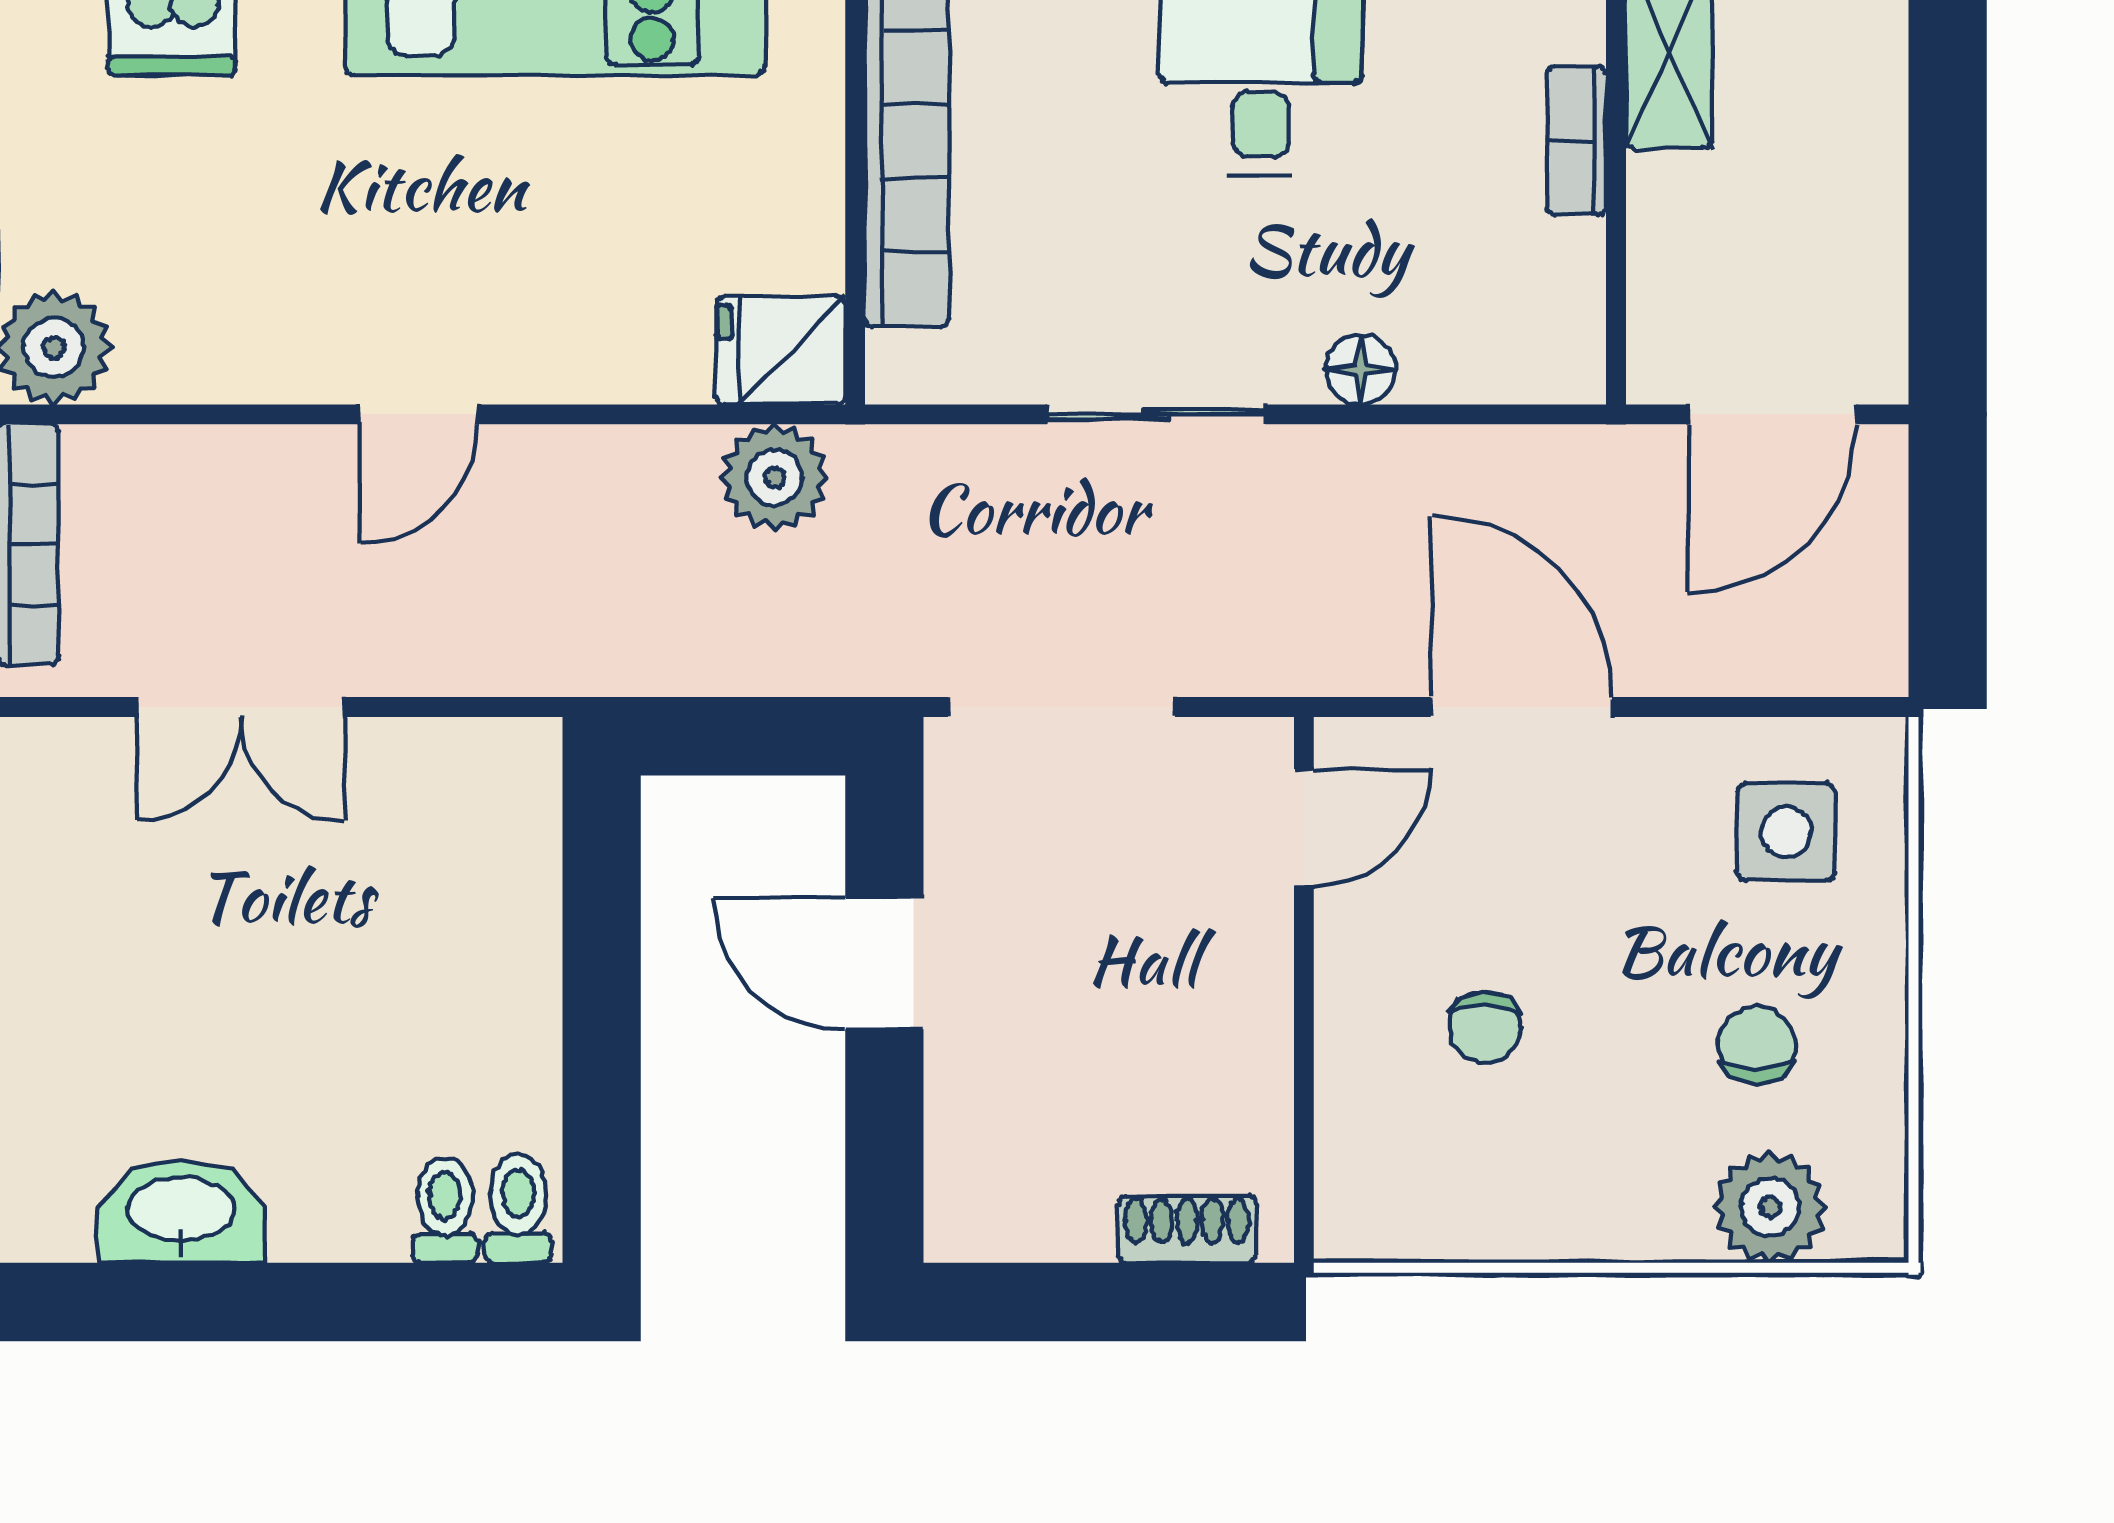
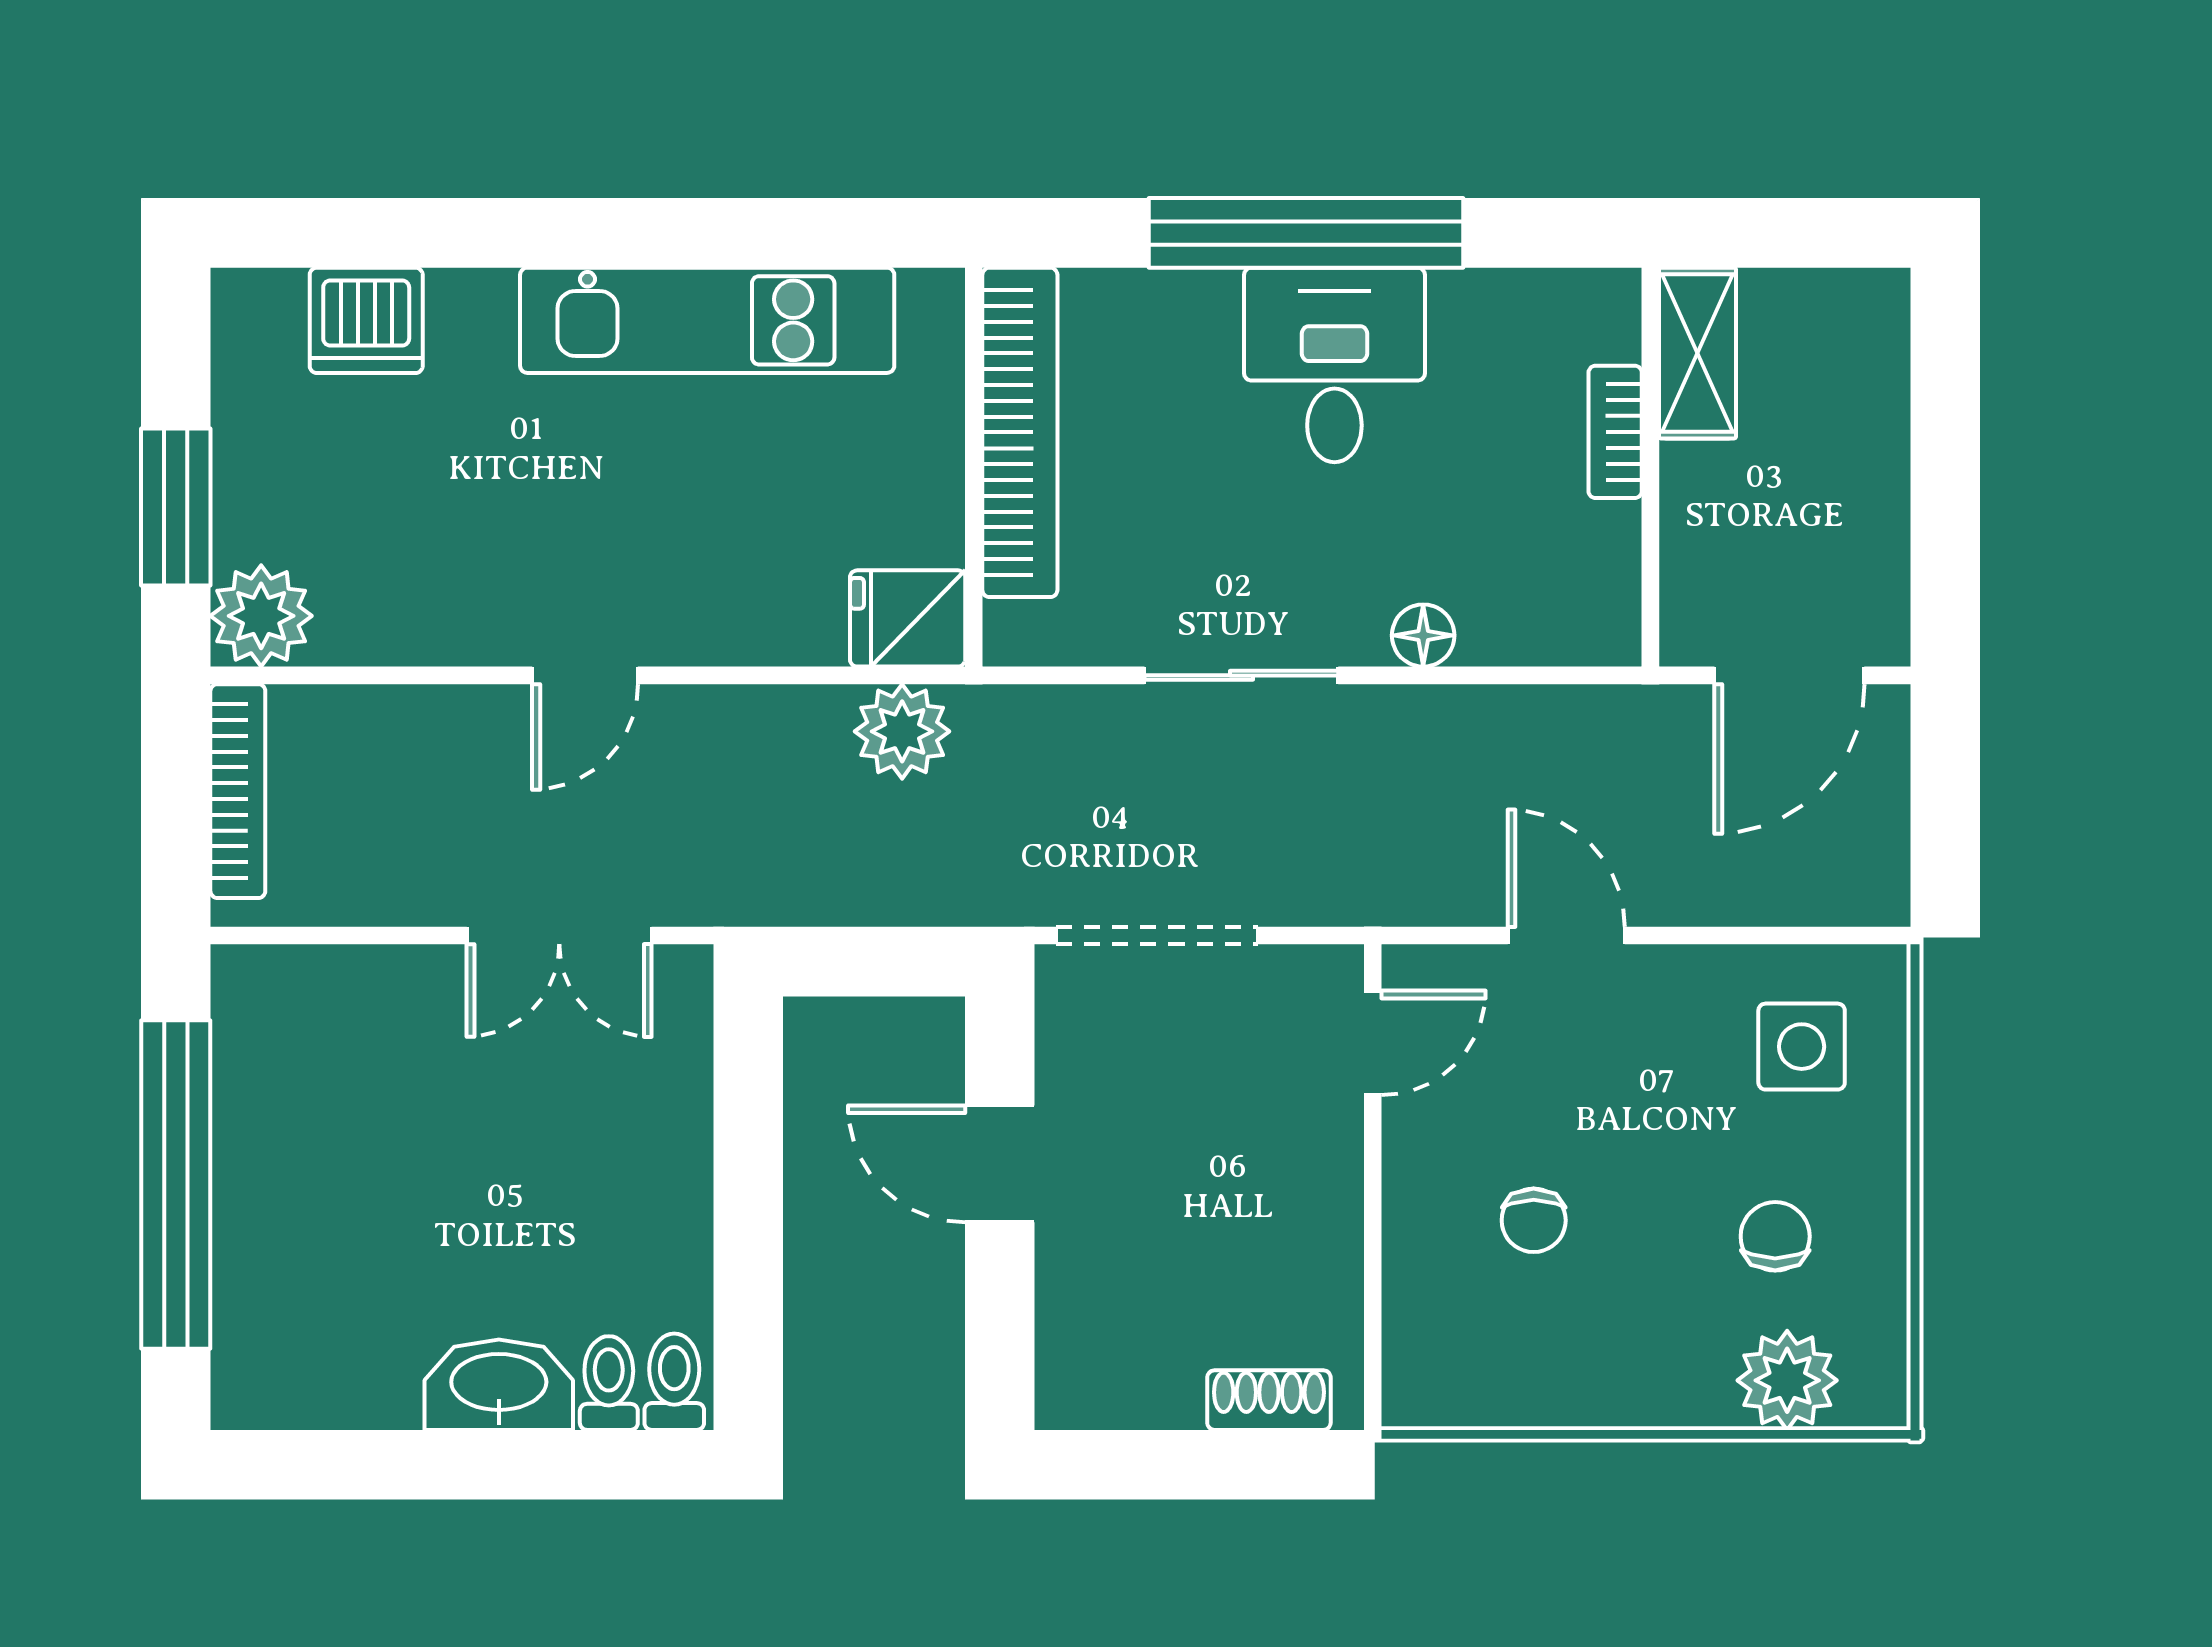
double door: (240, 707) -> (559, 936), moved
door: (1521, 707) -> (1566, 936), width x0.73
washbasin: (181, 1212) -> (499, 1385), moved

